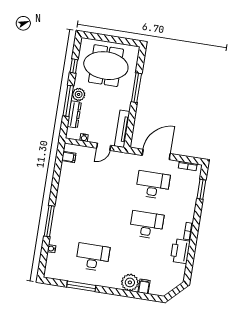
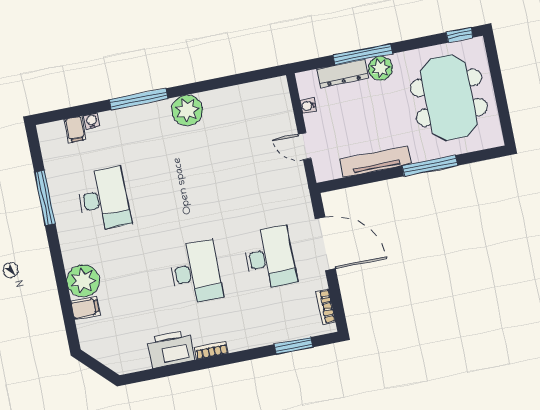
window: (74, 66) -> (460, 35), moved
tv unit: (122, 129) -> (376, 162), moved
filing cabinet: (69, 157) -> (75, 129), moved
plant: (64, 199) -> (187, 110), added

